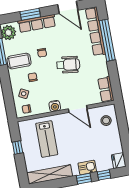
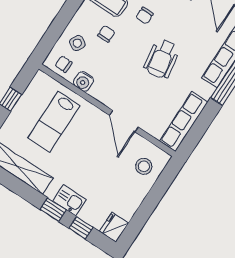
wheelchair: (68, 65) -> (162, 59), turned 74
row of seats: (106, 89) -> (184, 122), width x1.48
water cooler: (55, 106) -> (84, 81), moved

